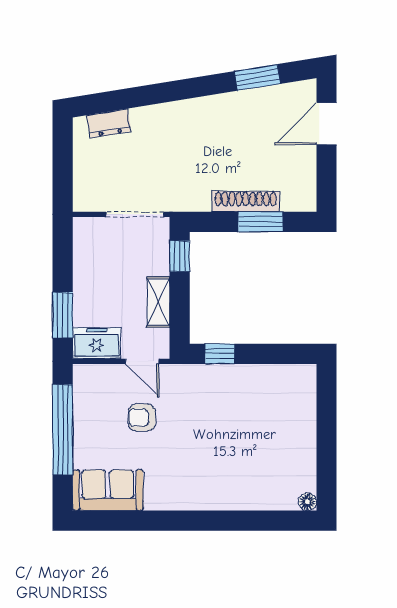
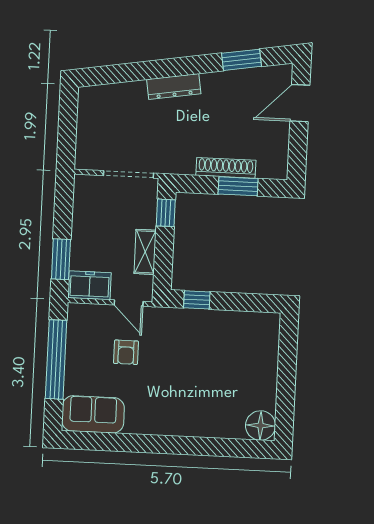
dresser: (109, 123) -> (174, 86), moved, width x1.44
armchair: (142, 418) -> (126, 352), turned -90
floor lamp: (308, 502) -> (260, 426), width x1.89, depth x1.89

